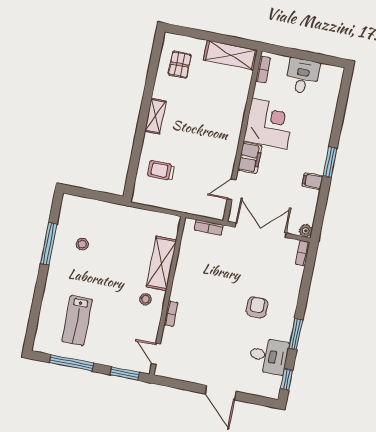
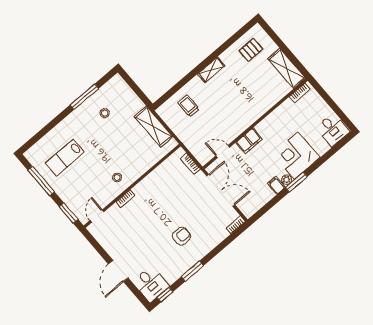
desk: (302, 76) -> (333, 130), moved, turned 90
corner desk: (269, 123) -> (296, 156), moved, turned 180
plant: (306, 231) -> (287, 180), moved
shelving: (161, 263) -> (154, 127), moved, turned 90
desk: (269, 356) -> (151, 284), moved

